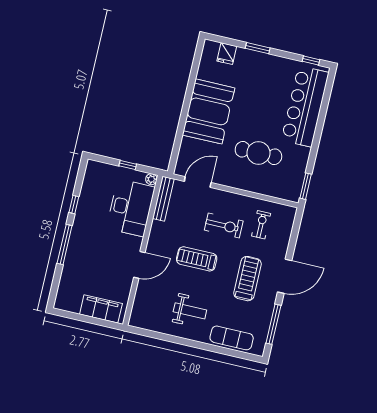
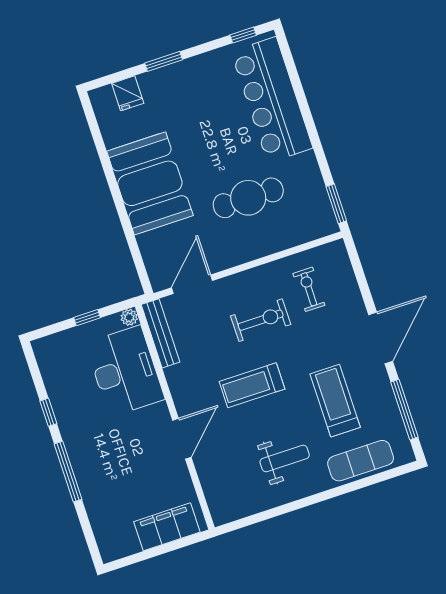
treadmill: (248, 279) -> (335, 401), moved

